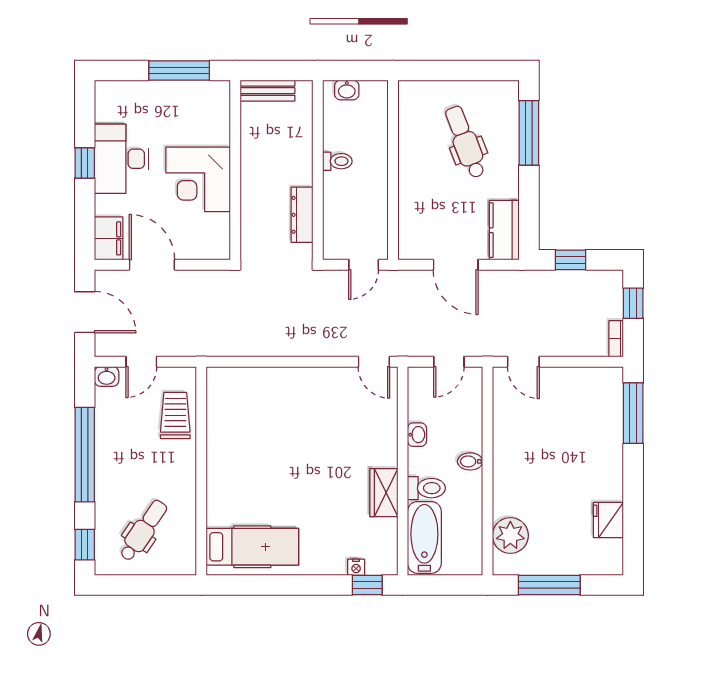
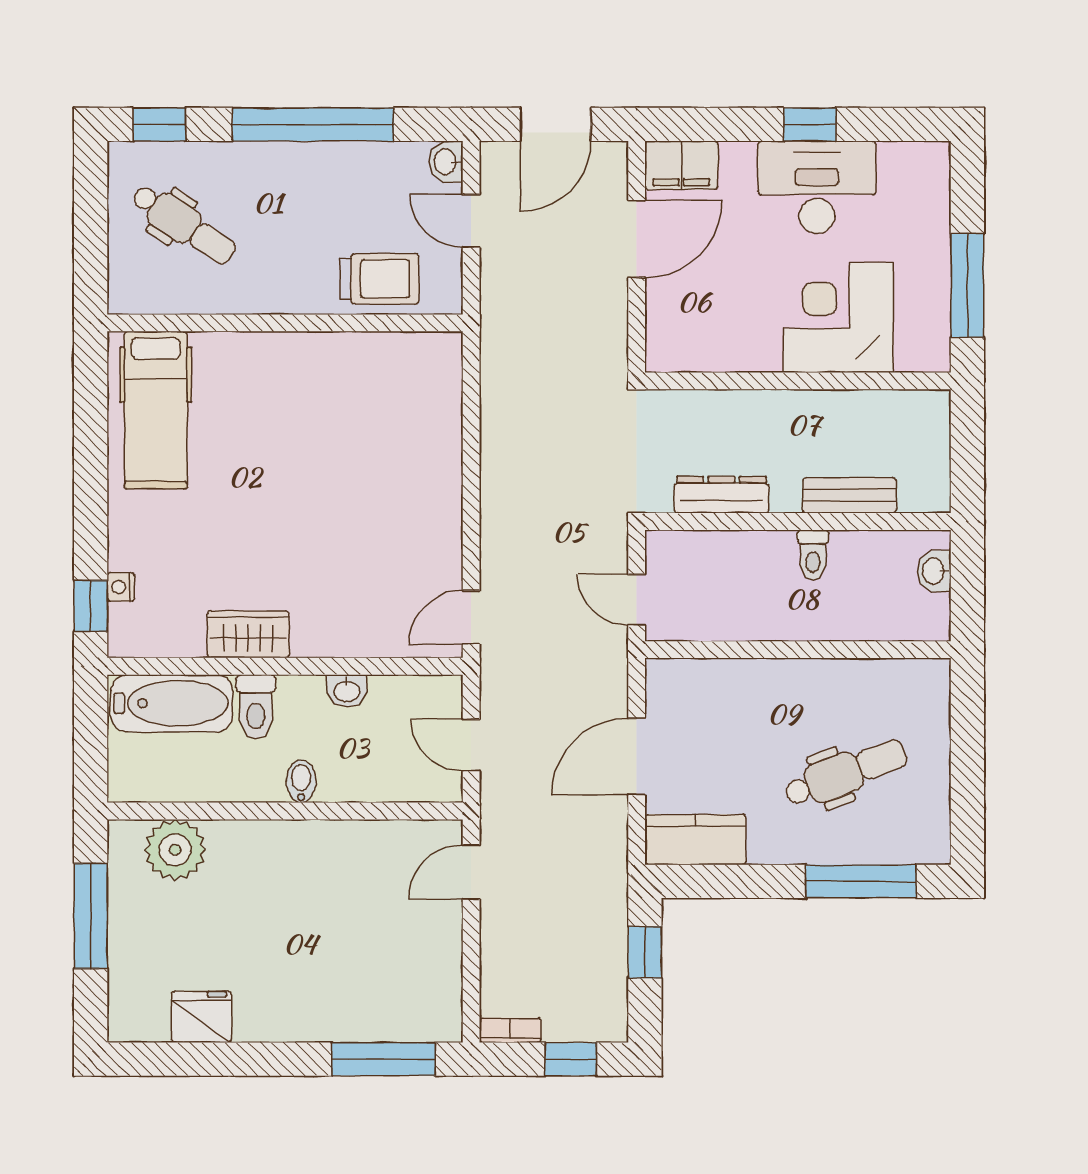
bench: (267, 91) -> (849, 495), moved, turned 90
corner desk: (198, 179) -> (838, 318), moved

